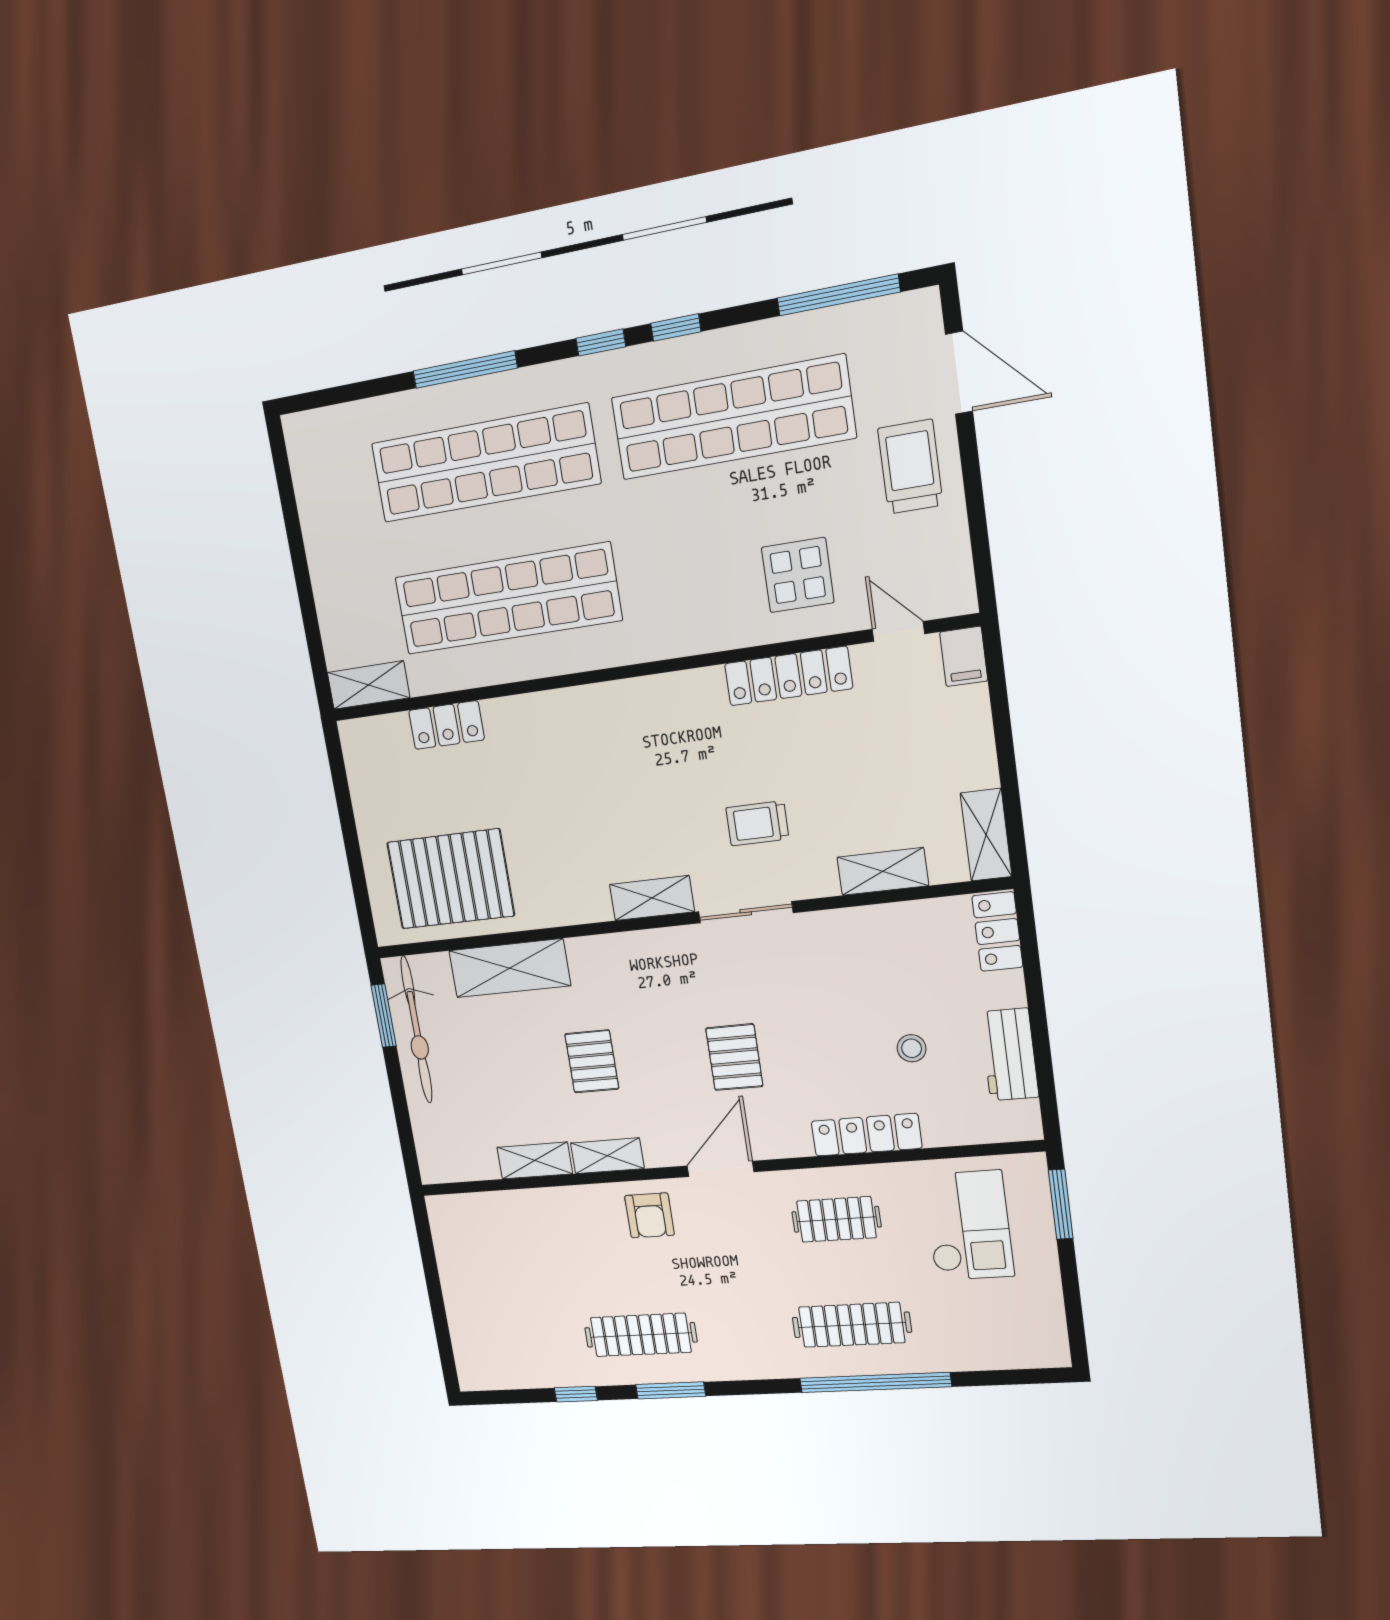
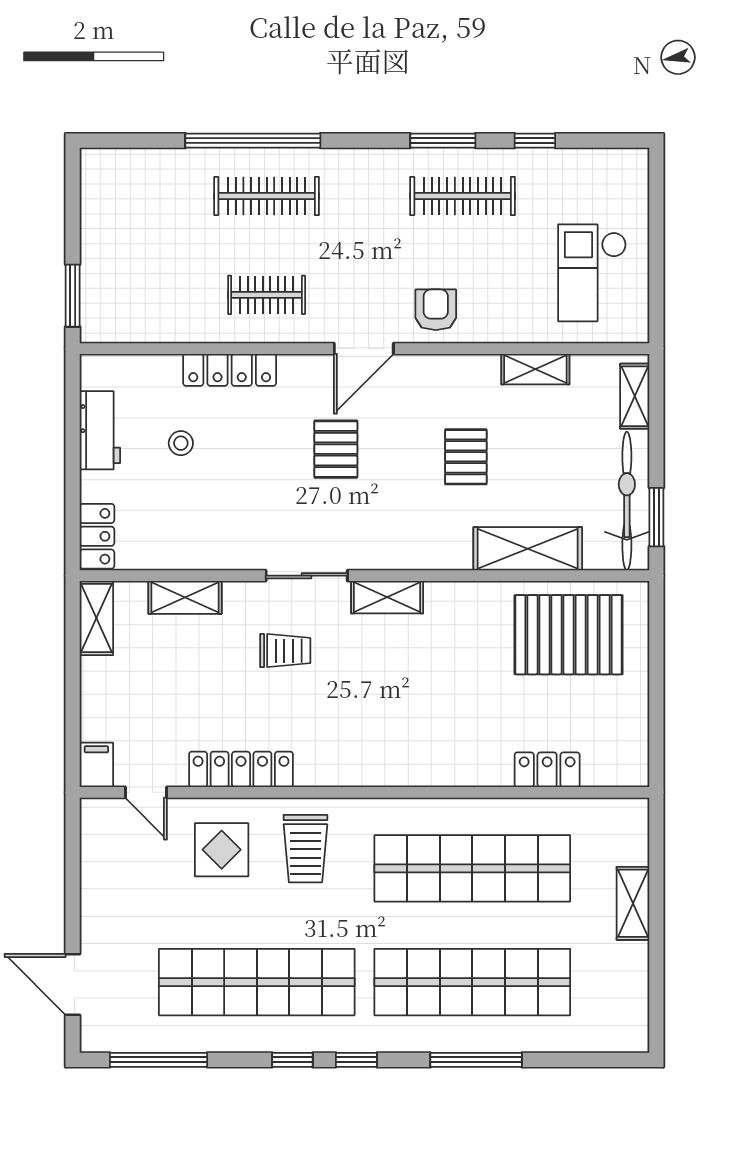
trolley: (910, 467) -> (305, 849), moved
shelving: (368, 685) -> (633, 903), moved, turned 90
shelving: (607, 1156) -> (635, 396), moved, turned 90
checkout: (968, 1225) -> (592, 273), moved

